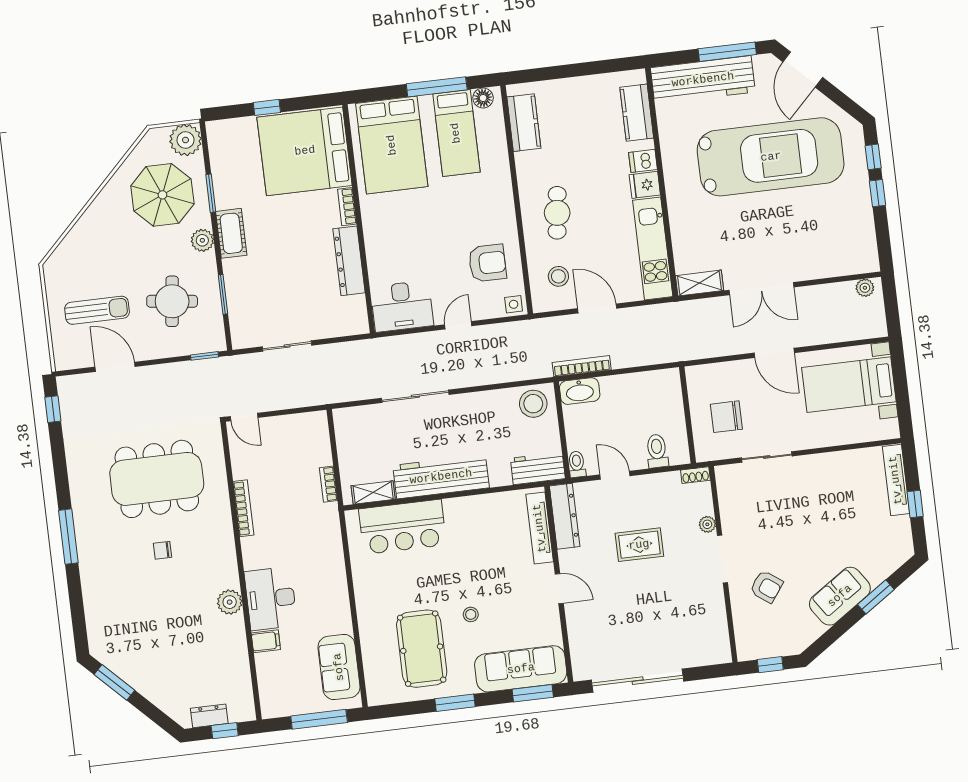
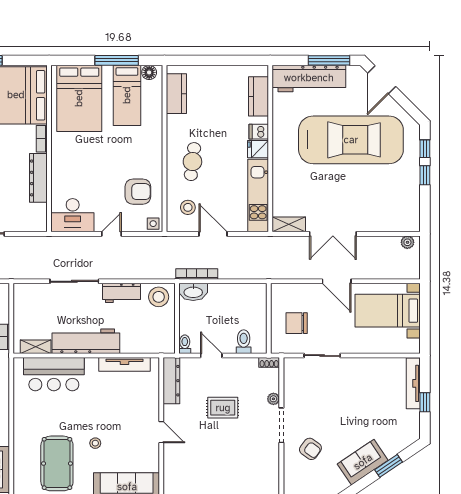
workbench: (538, 468) -> (122, 293), moved, turned 180
tv unit: (540, 528) -> (124, 364), moved, turned -90

